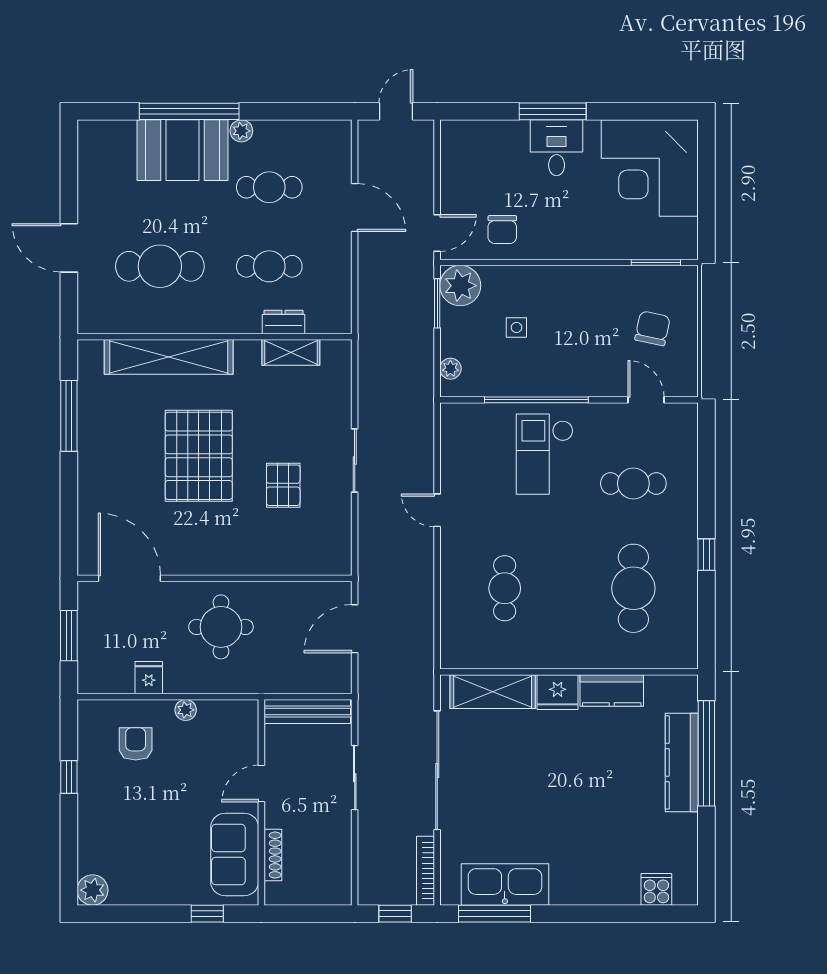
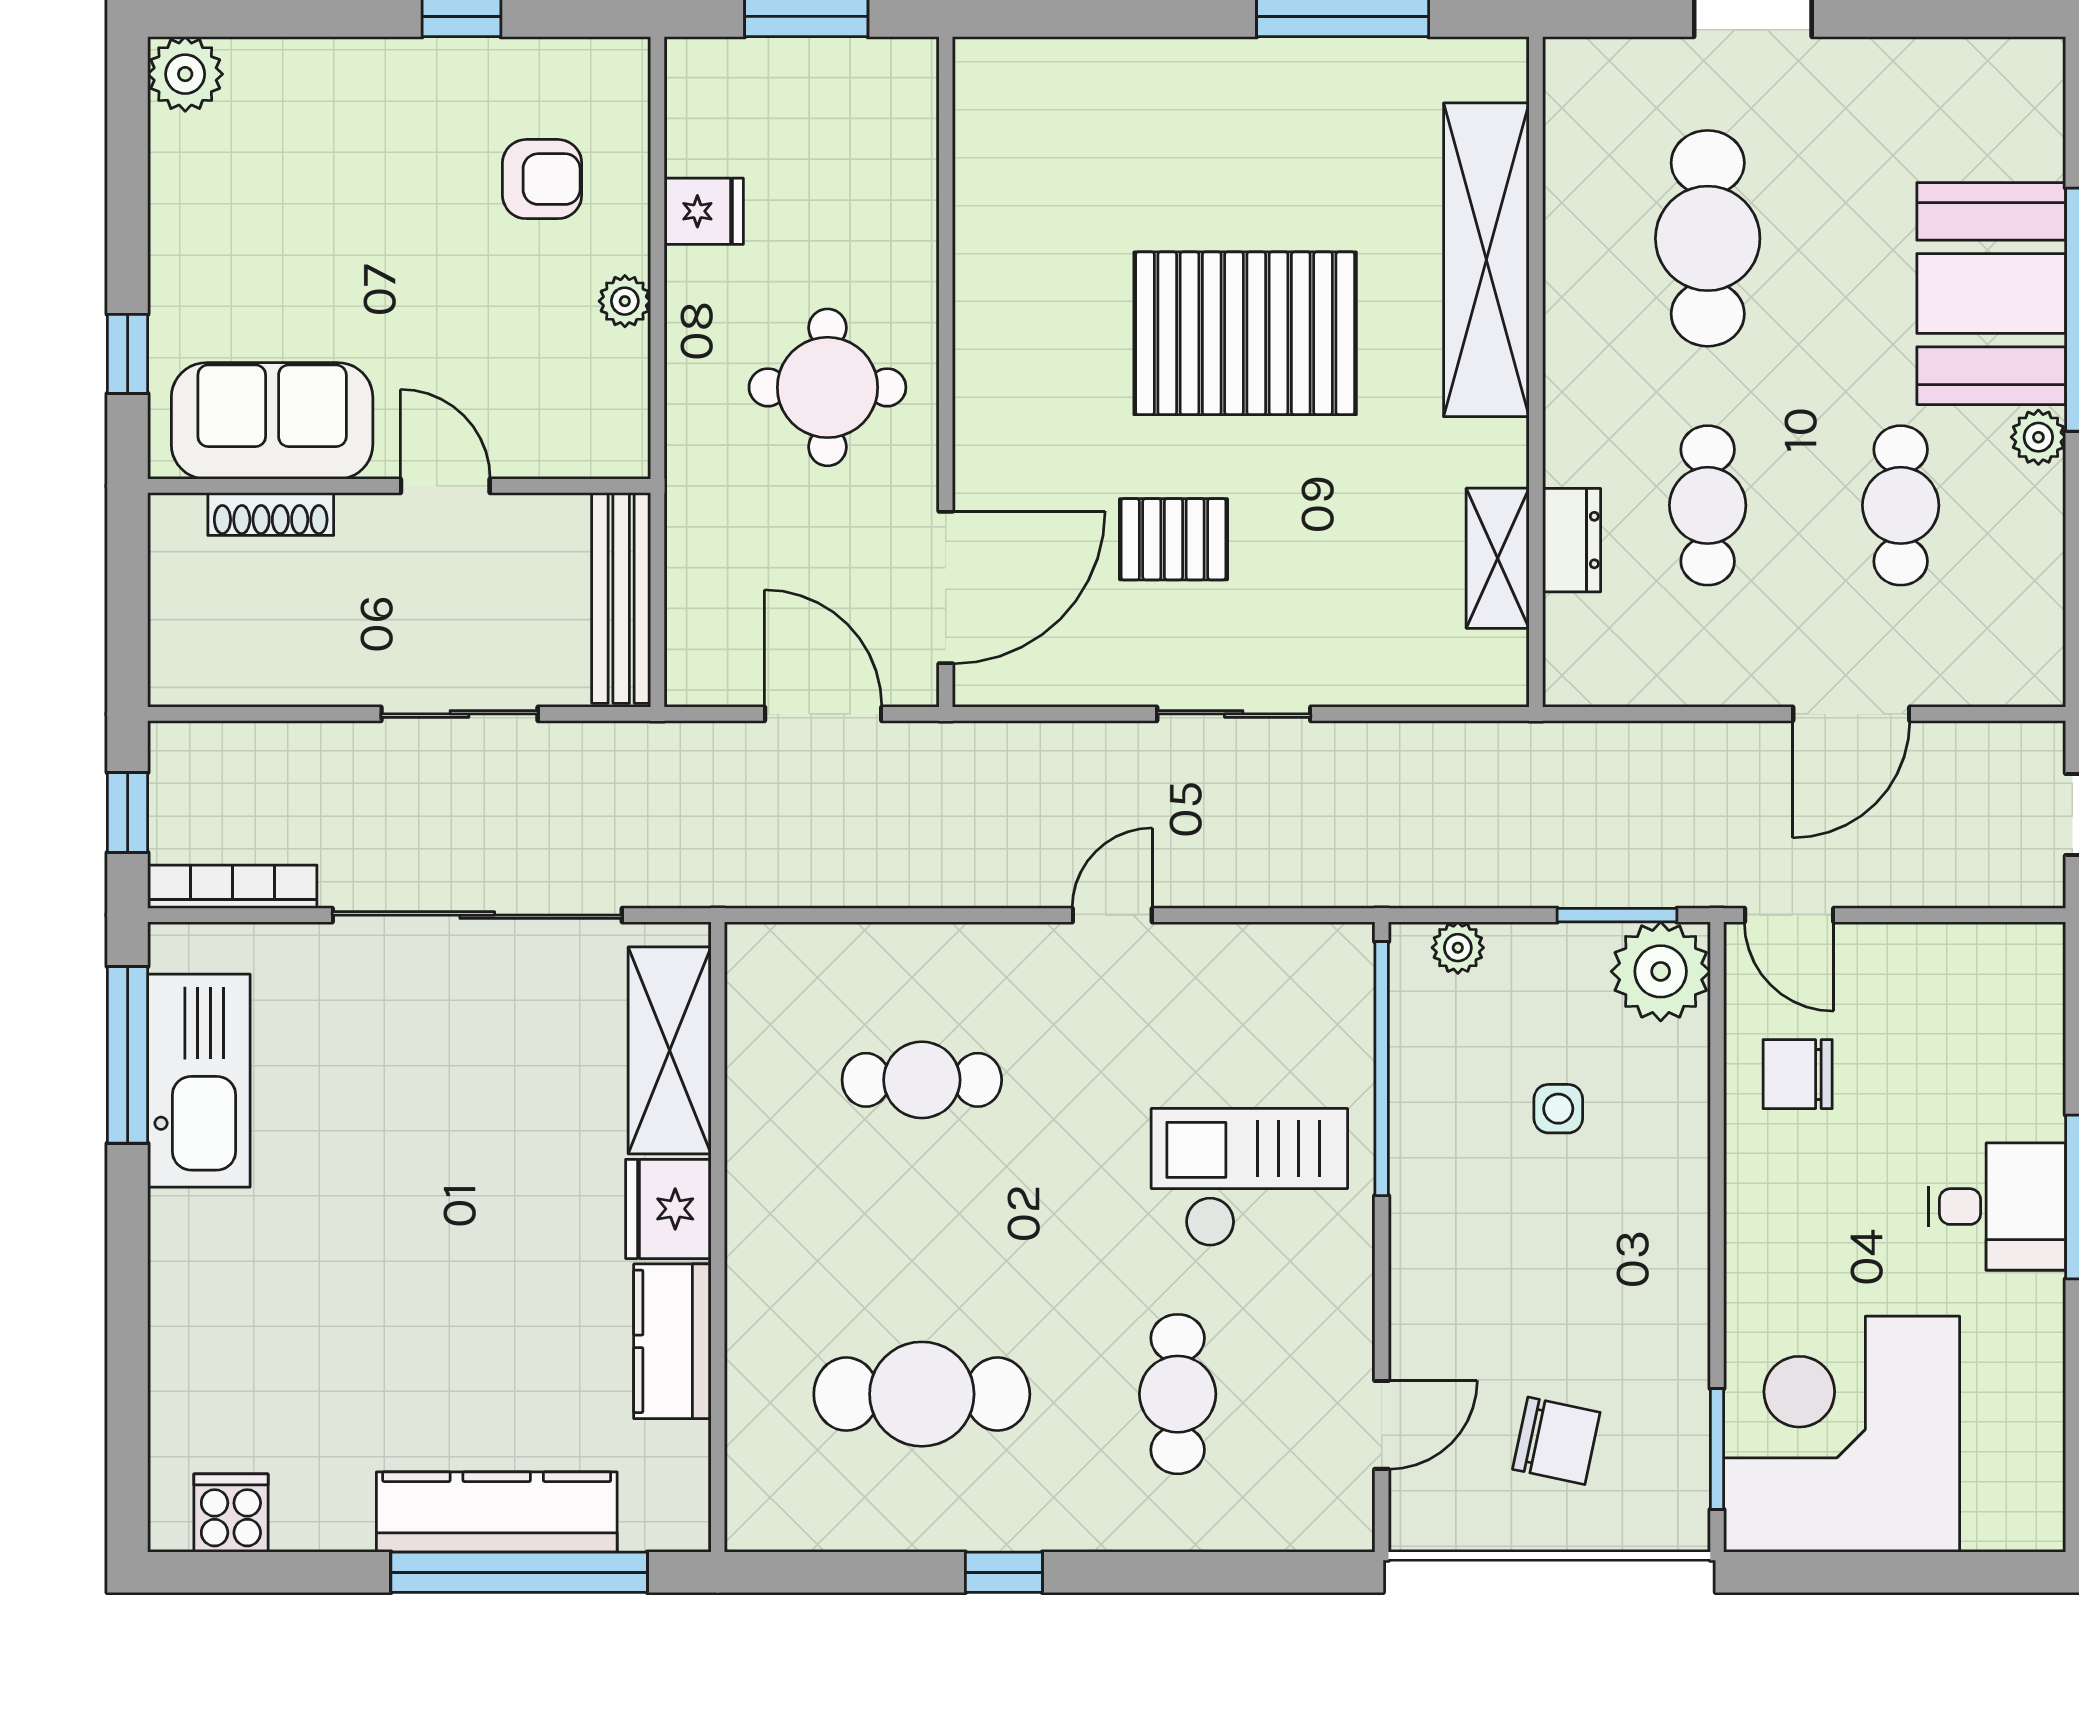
corner desk: (650, 168) -> (1842, 1434), moved
window: (536, 400) -> (1382, 1069), moved
door: (129, 578) -> (946, 588), moved
cooker: (656, 889) -> (231, 1513), moved, turned -90

